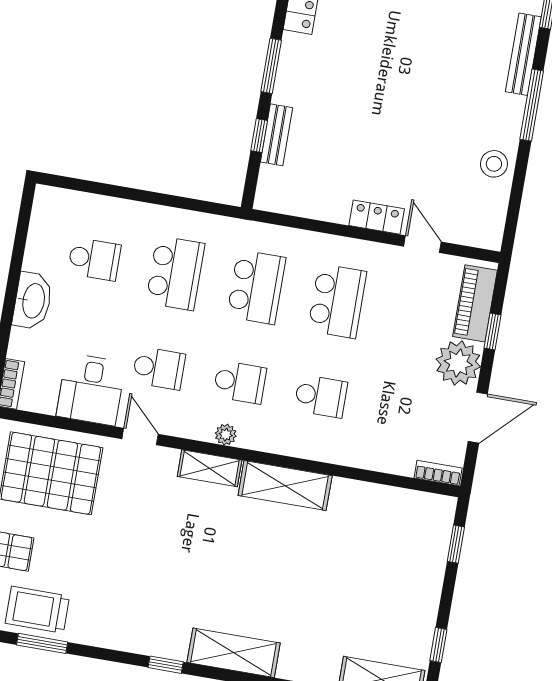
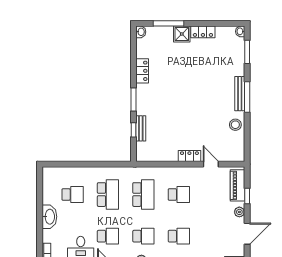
bench: (523, 54) -> (240, 94), moved
school desk: (337, 301) -> (179, 195), width x0.54
plant: (458, 363) -> (239, 212), width x0.53, depth x0.53

